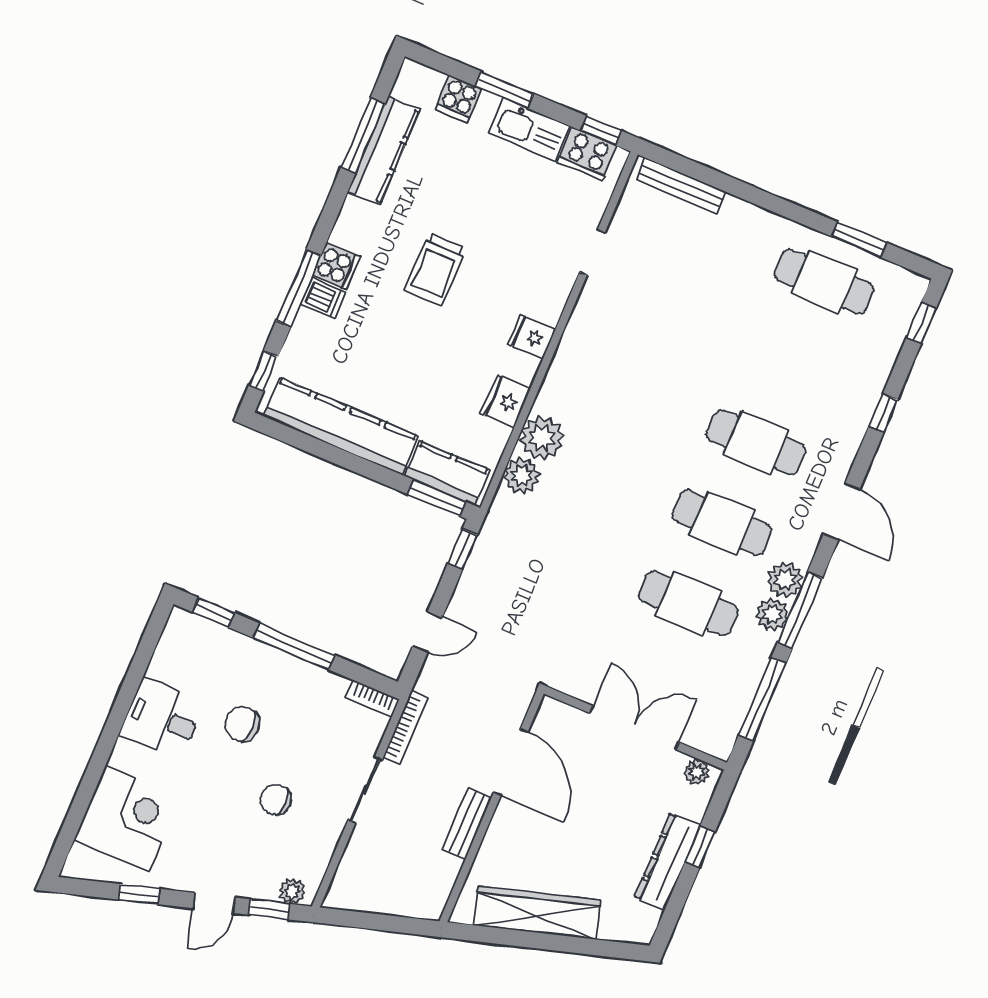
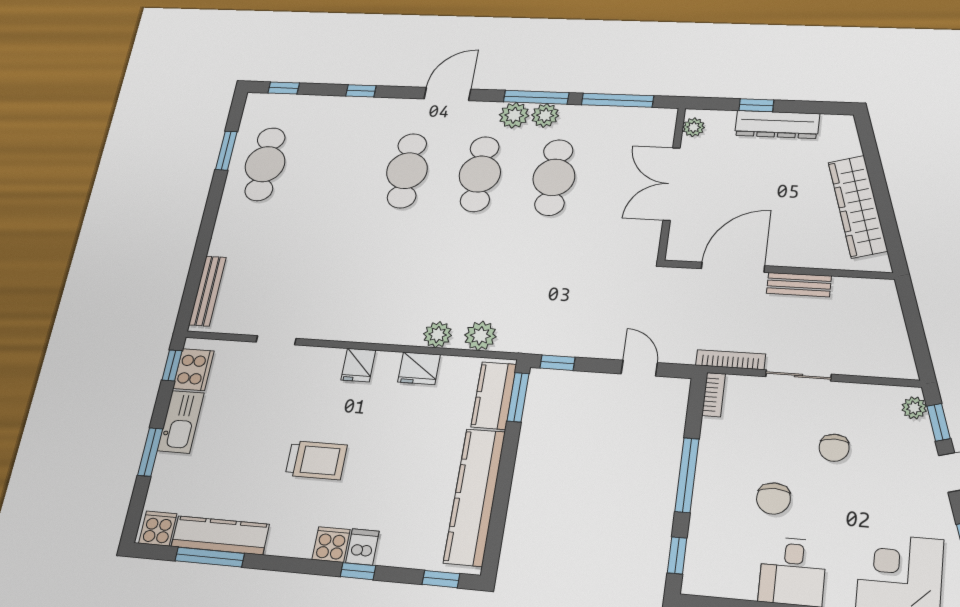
cooker: (458, 99) -> (158, 528), moved, turned -90
window: (298, 288) -> (358, 571), width x0.46
plant: (542, 438) -> (438, 335), width x0.73, depth x0.73

